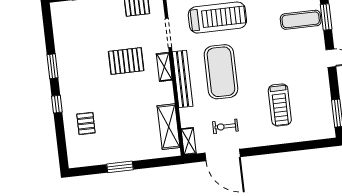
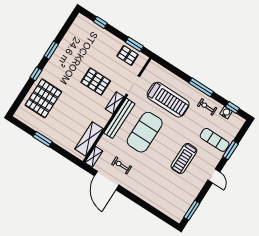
treadmill: (280, 105) -> (184, 159), moved
pallet: (86, 123) -> (43, 98), width x2.05, depth x2.00

